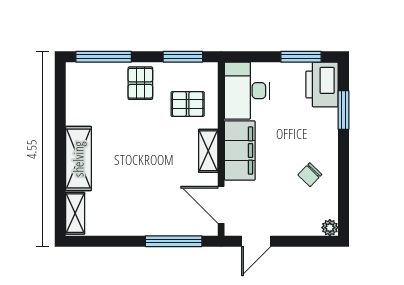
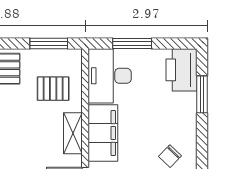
window: (301, 57) -> (132, 43), moved

